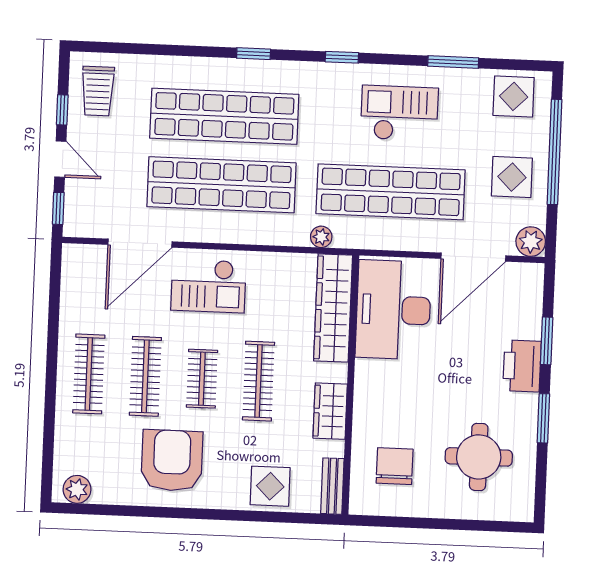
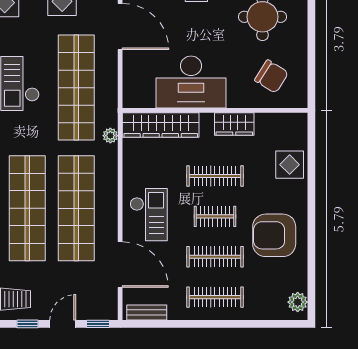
desk: (393, 310) -> (191, 82), moved
chair: (395, 466) -> (272, 76), turned -148
bench: (332, 486) -> (147, 313), moved

